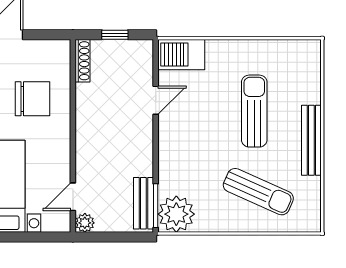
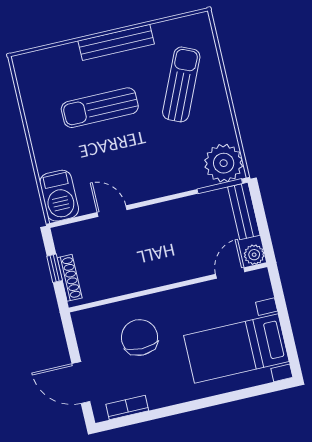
shoe rack: (83, 61) -> (70, 278), moved, turned 90
door: (73, 197) -> (230, 273), swing flipped
bench: (143, 203) -> (244, 211), moved, turned 90

